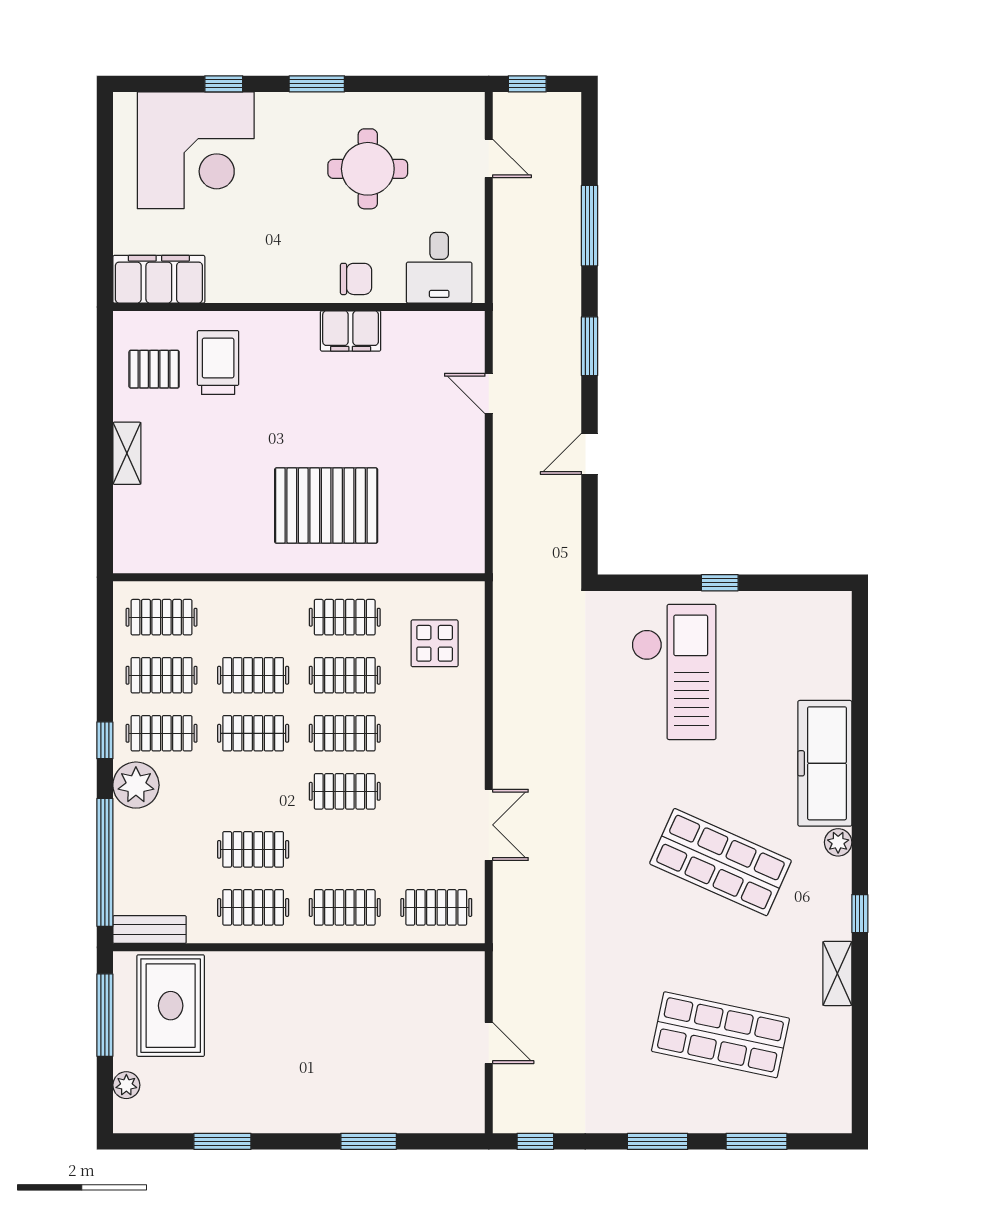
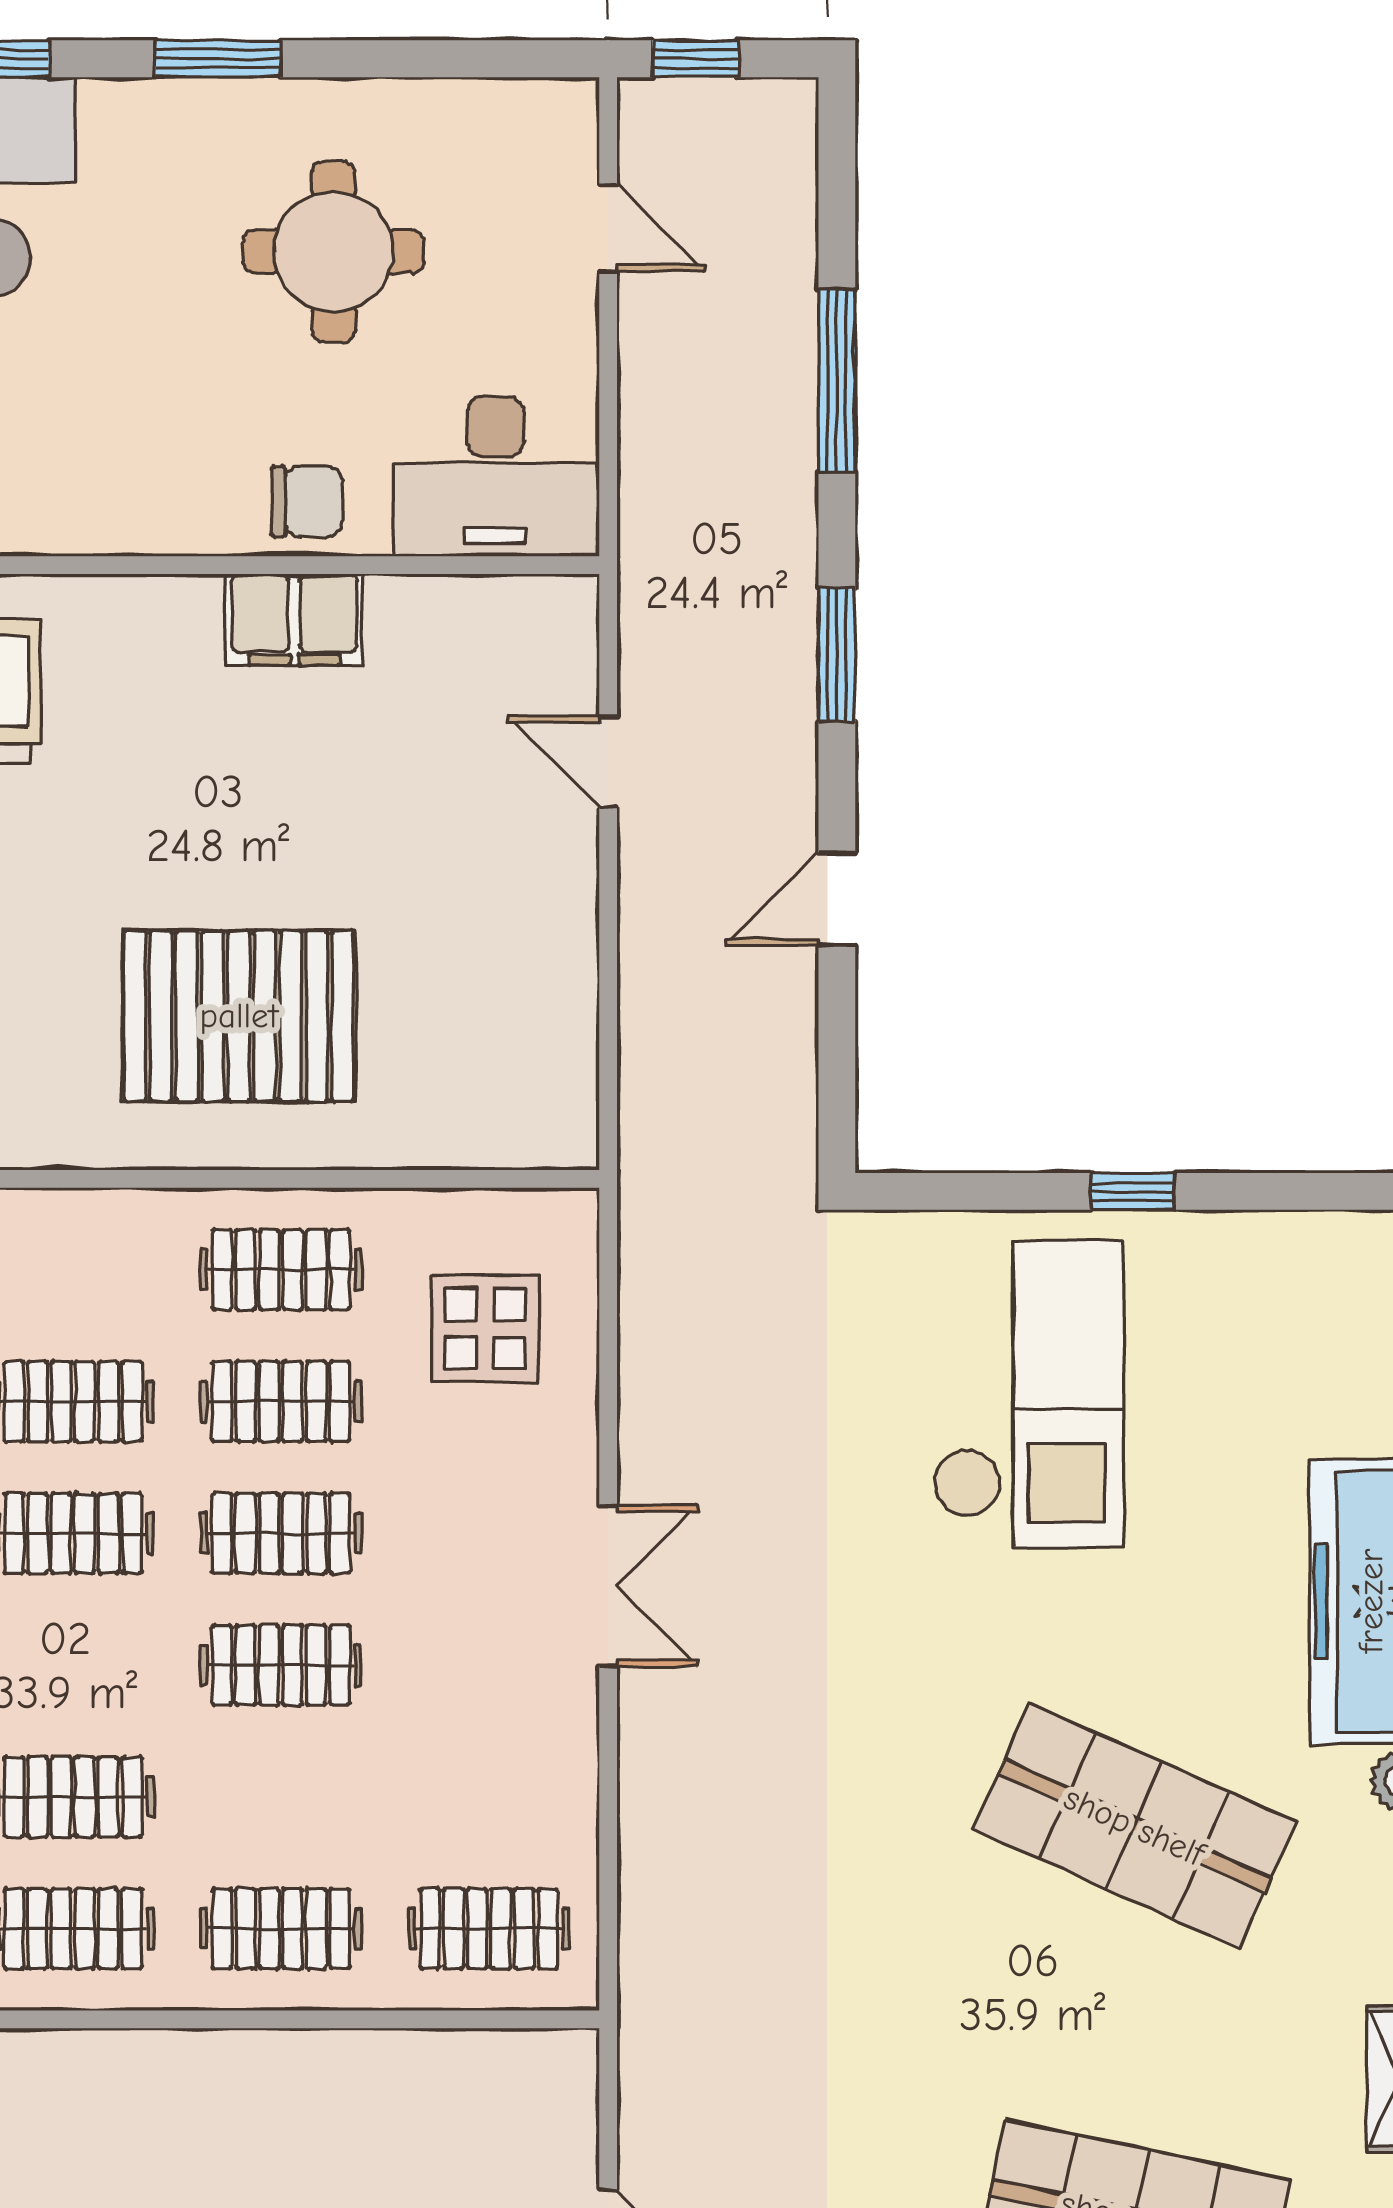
desk: (439, 268) -> (495, 476), width x1.37
double door: (489, 825) -> (608, 1585), moved

